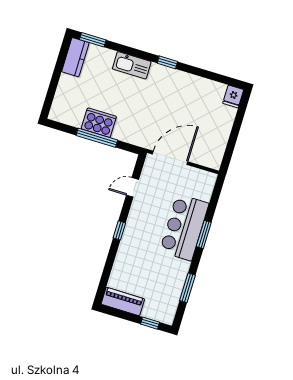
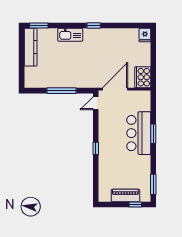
kitchen counter: (75, 57) -> (31, 47), width x1.50
cooker: (99, 123) -> (143, 77), moved, turned -90
door: (132, 187) -> (96, 103), moved
window: (188, 288) -> (153, 184), moved
piano: (123, 301) -> (125, 195), moved

